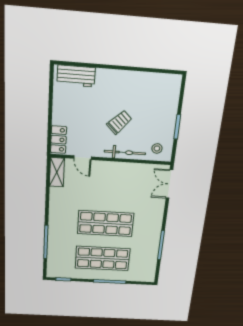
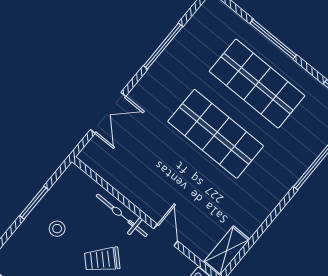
stool: (157, 148) -> (57, 229), moved
door: (83, 158) -> (166, 235), moved
double door: (169, 184) -> (108, 113), moved

